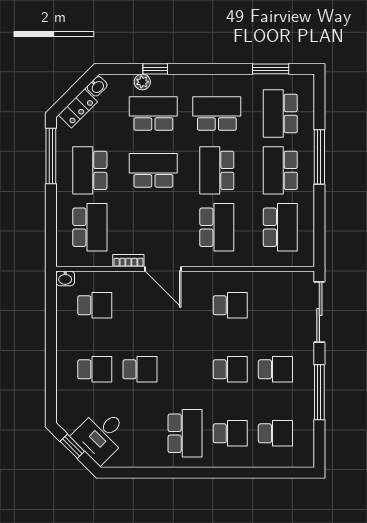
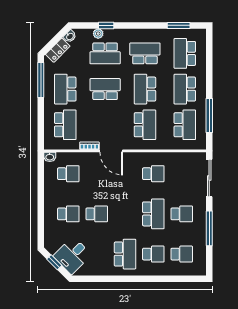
school desk: (153, 113) -> (105, 53), turned 180
window: (319, 157) -> (209, 116), moved
school desk: (230, 369) -> (153, 214), width x1.85

